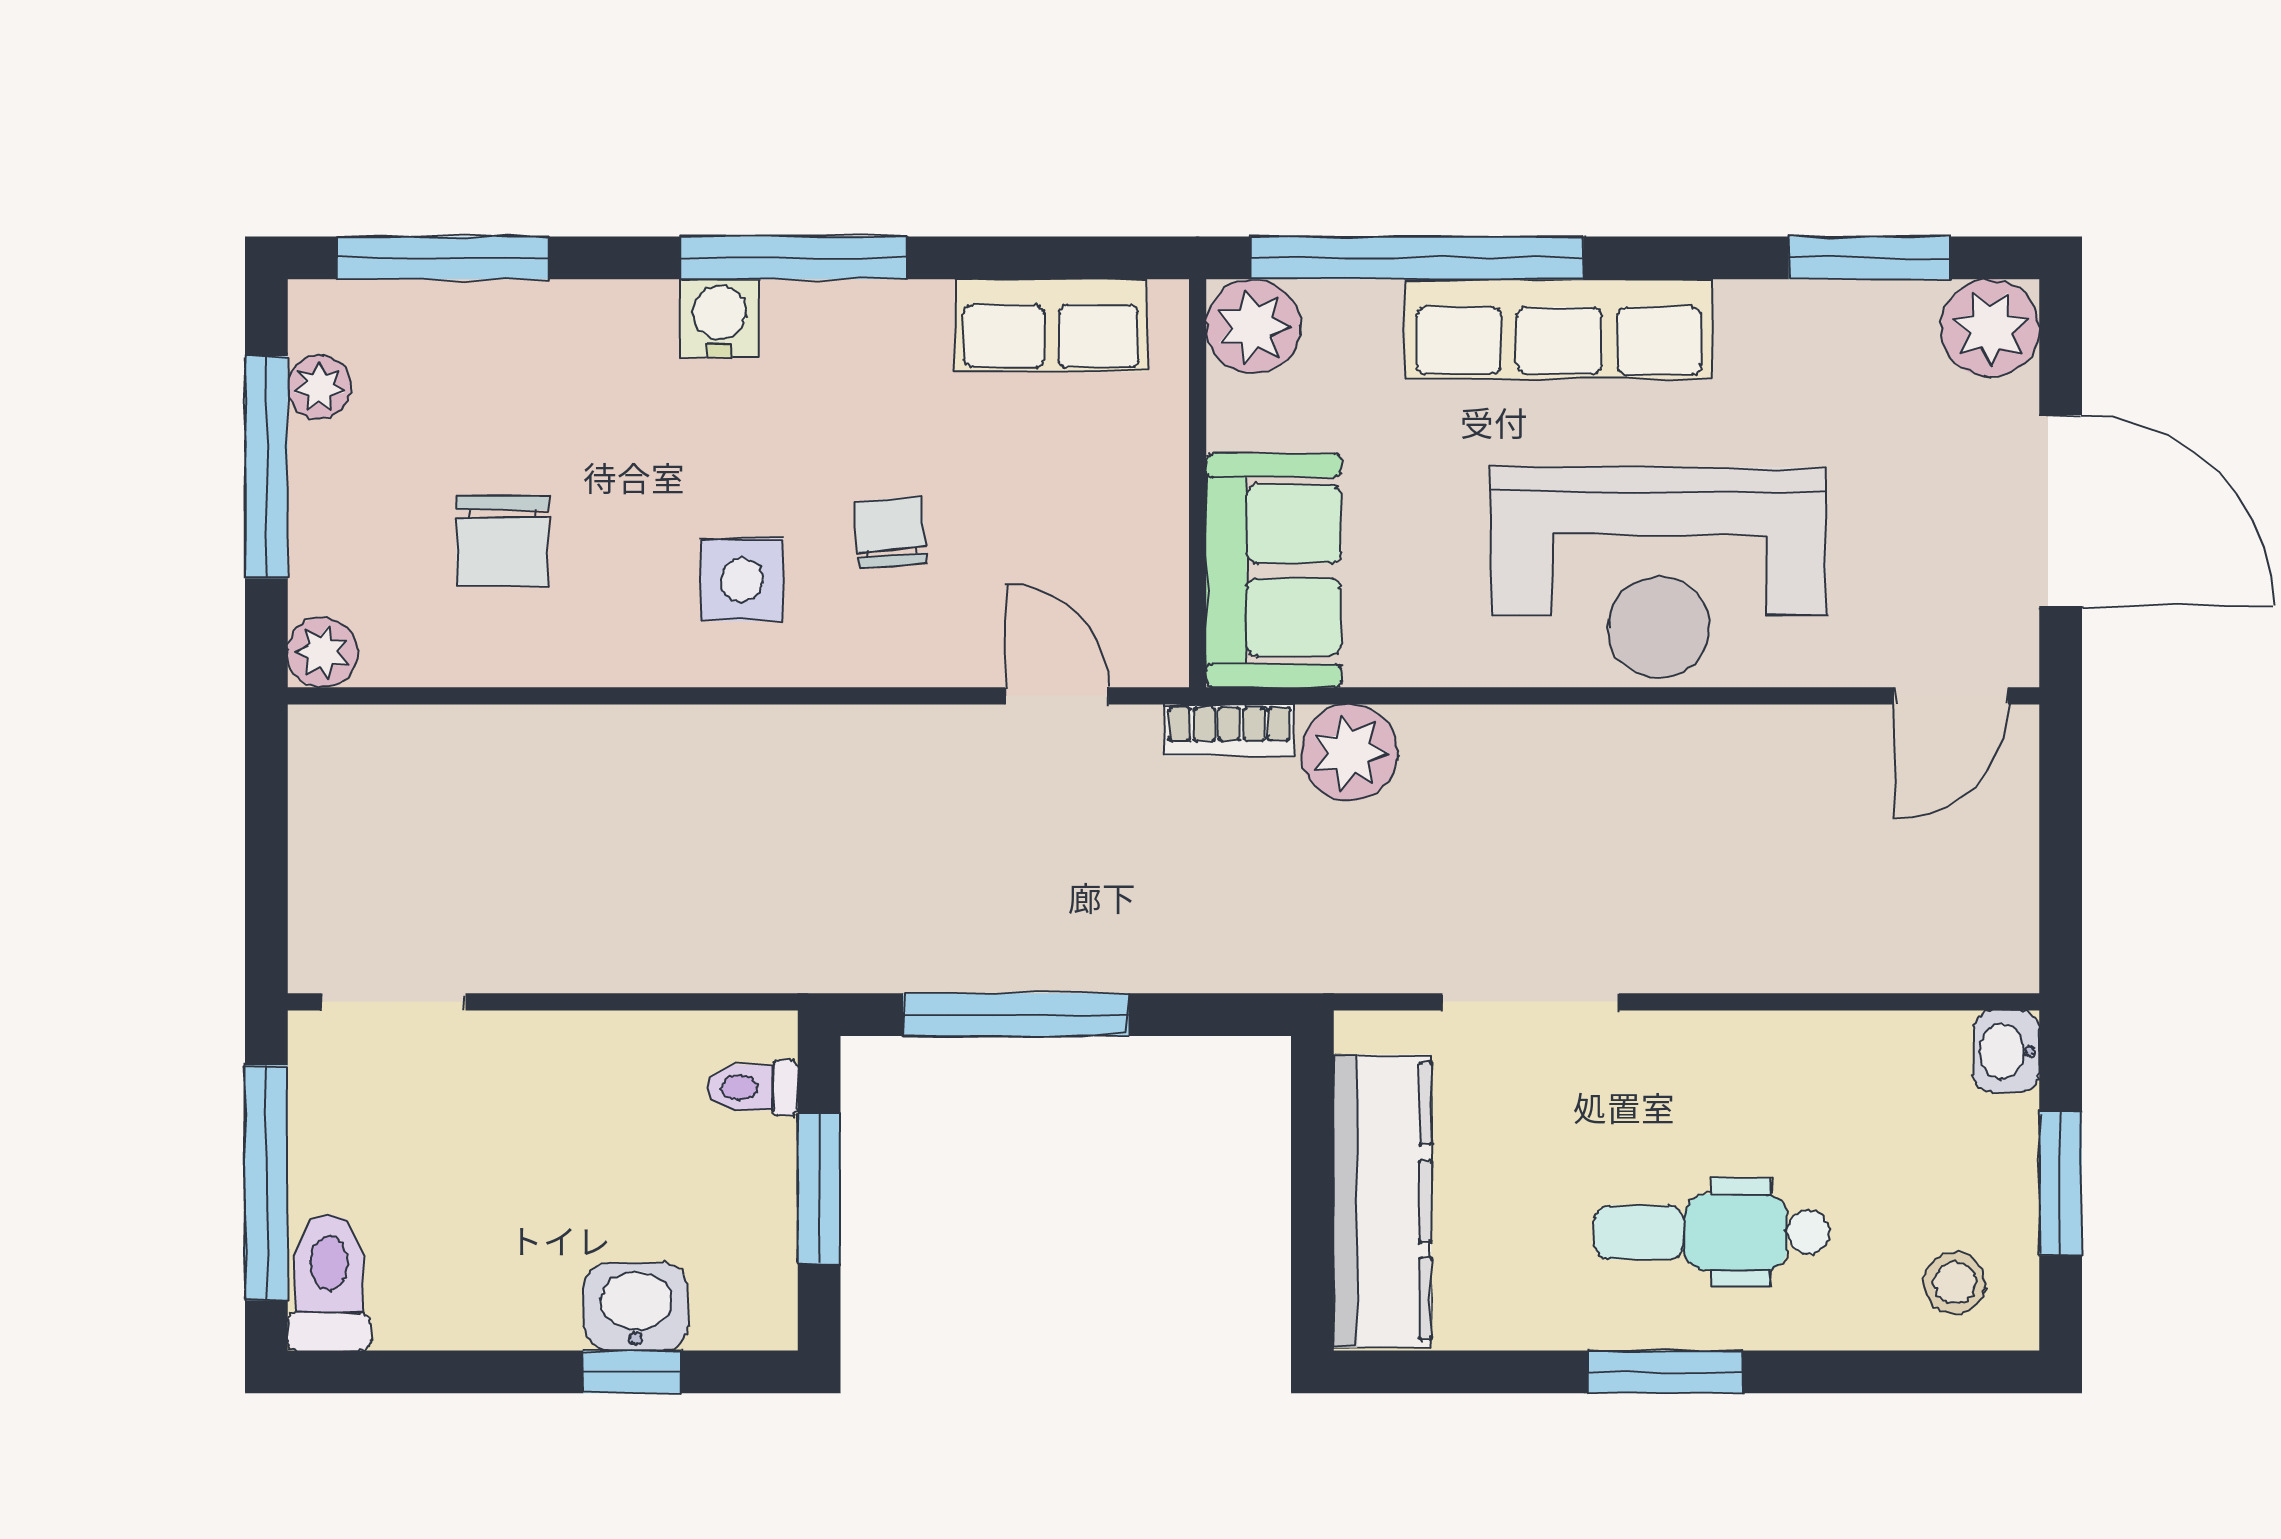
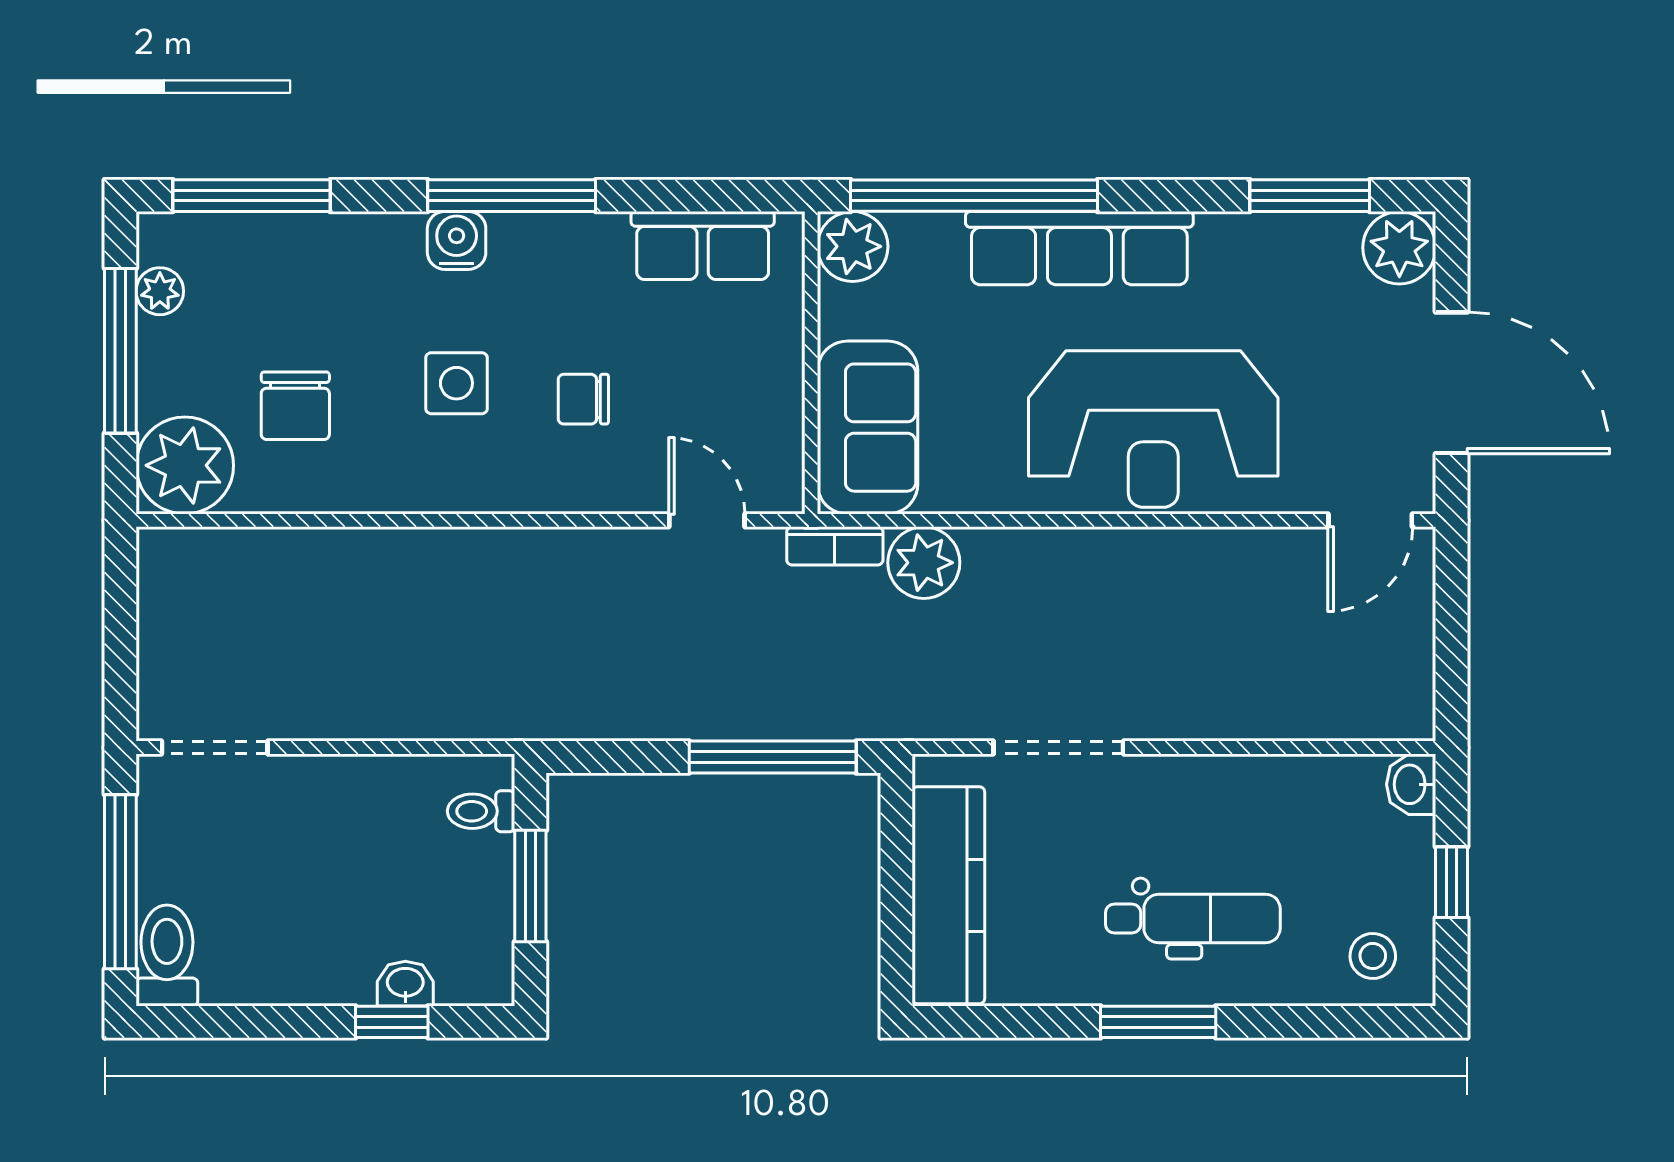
chair: (890, 532) -> (583, 399), turned -85
side table: (742, 580) -> (456, 383), moved
plant: (323, 652) -> (185, 465), width x1.87, depth x1.87
window: (1016, 1015) -> (773, 757), moved
window: (2061, 1184) -> (1452, 882), width x0.67
dental chair: (1712, 1232) -> (1193, 919), turned 180
washbasin: (636, 1307) -> (405, 984), width x0.72, depth x0.69

